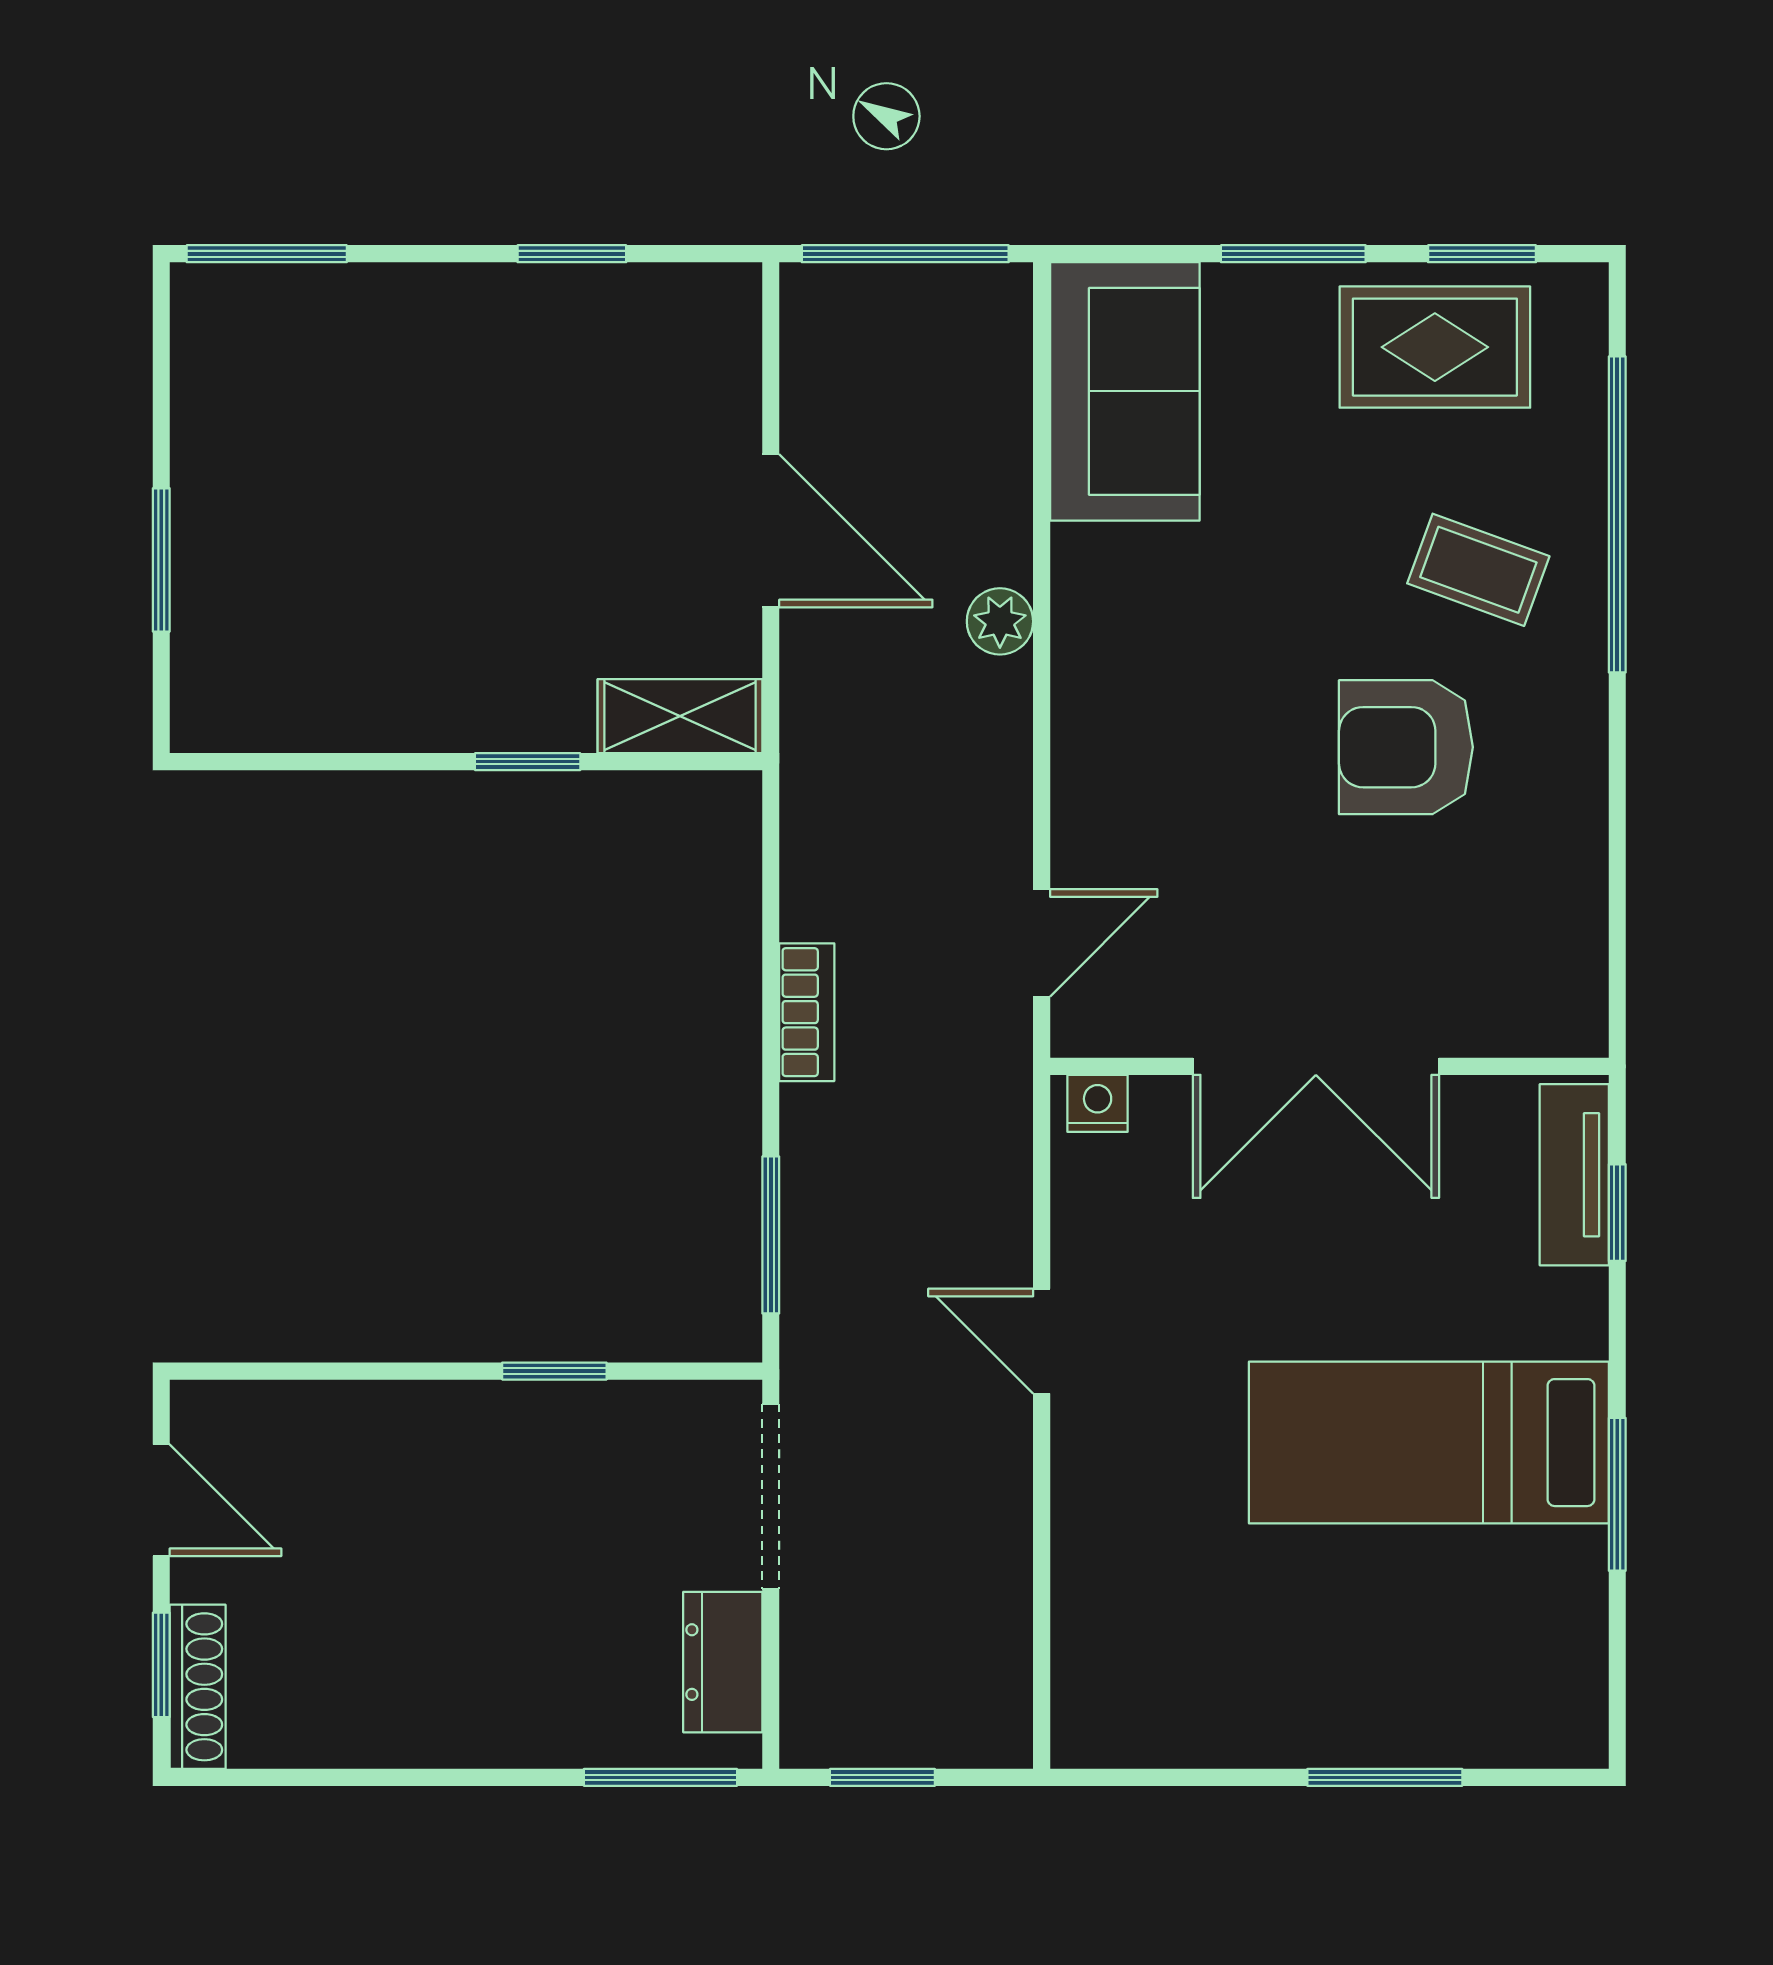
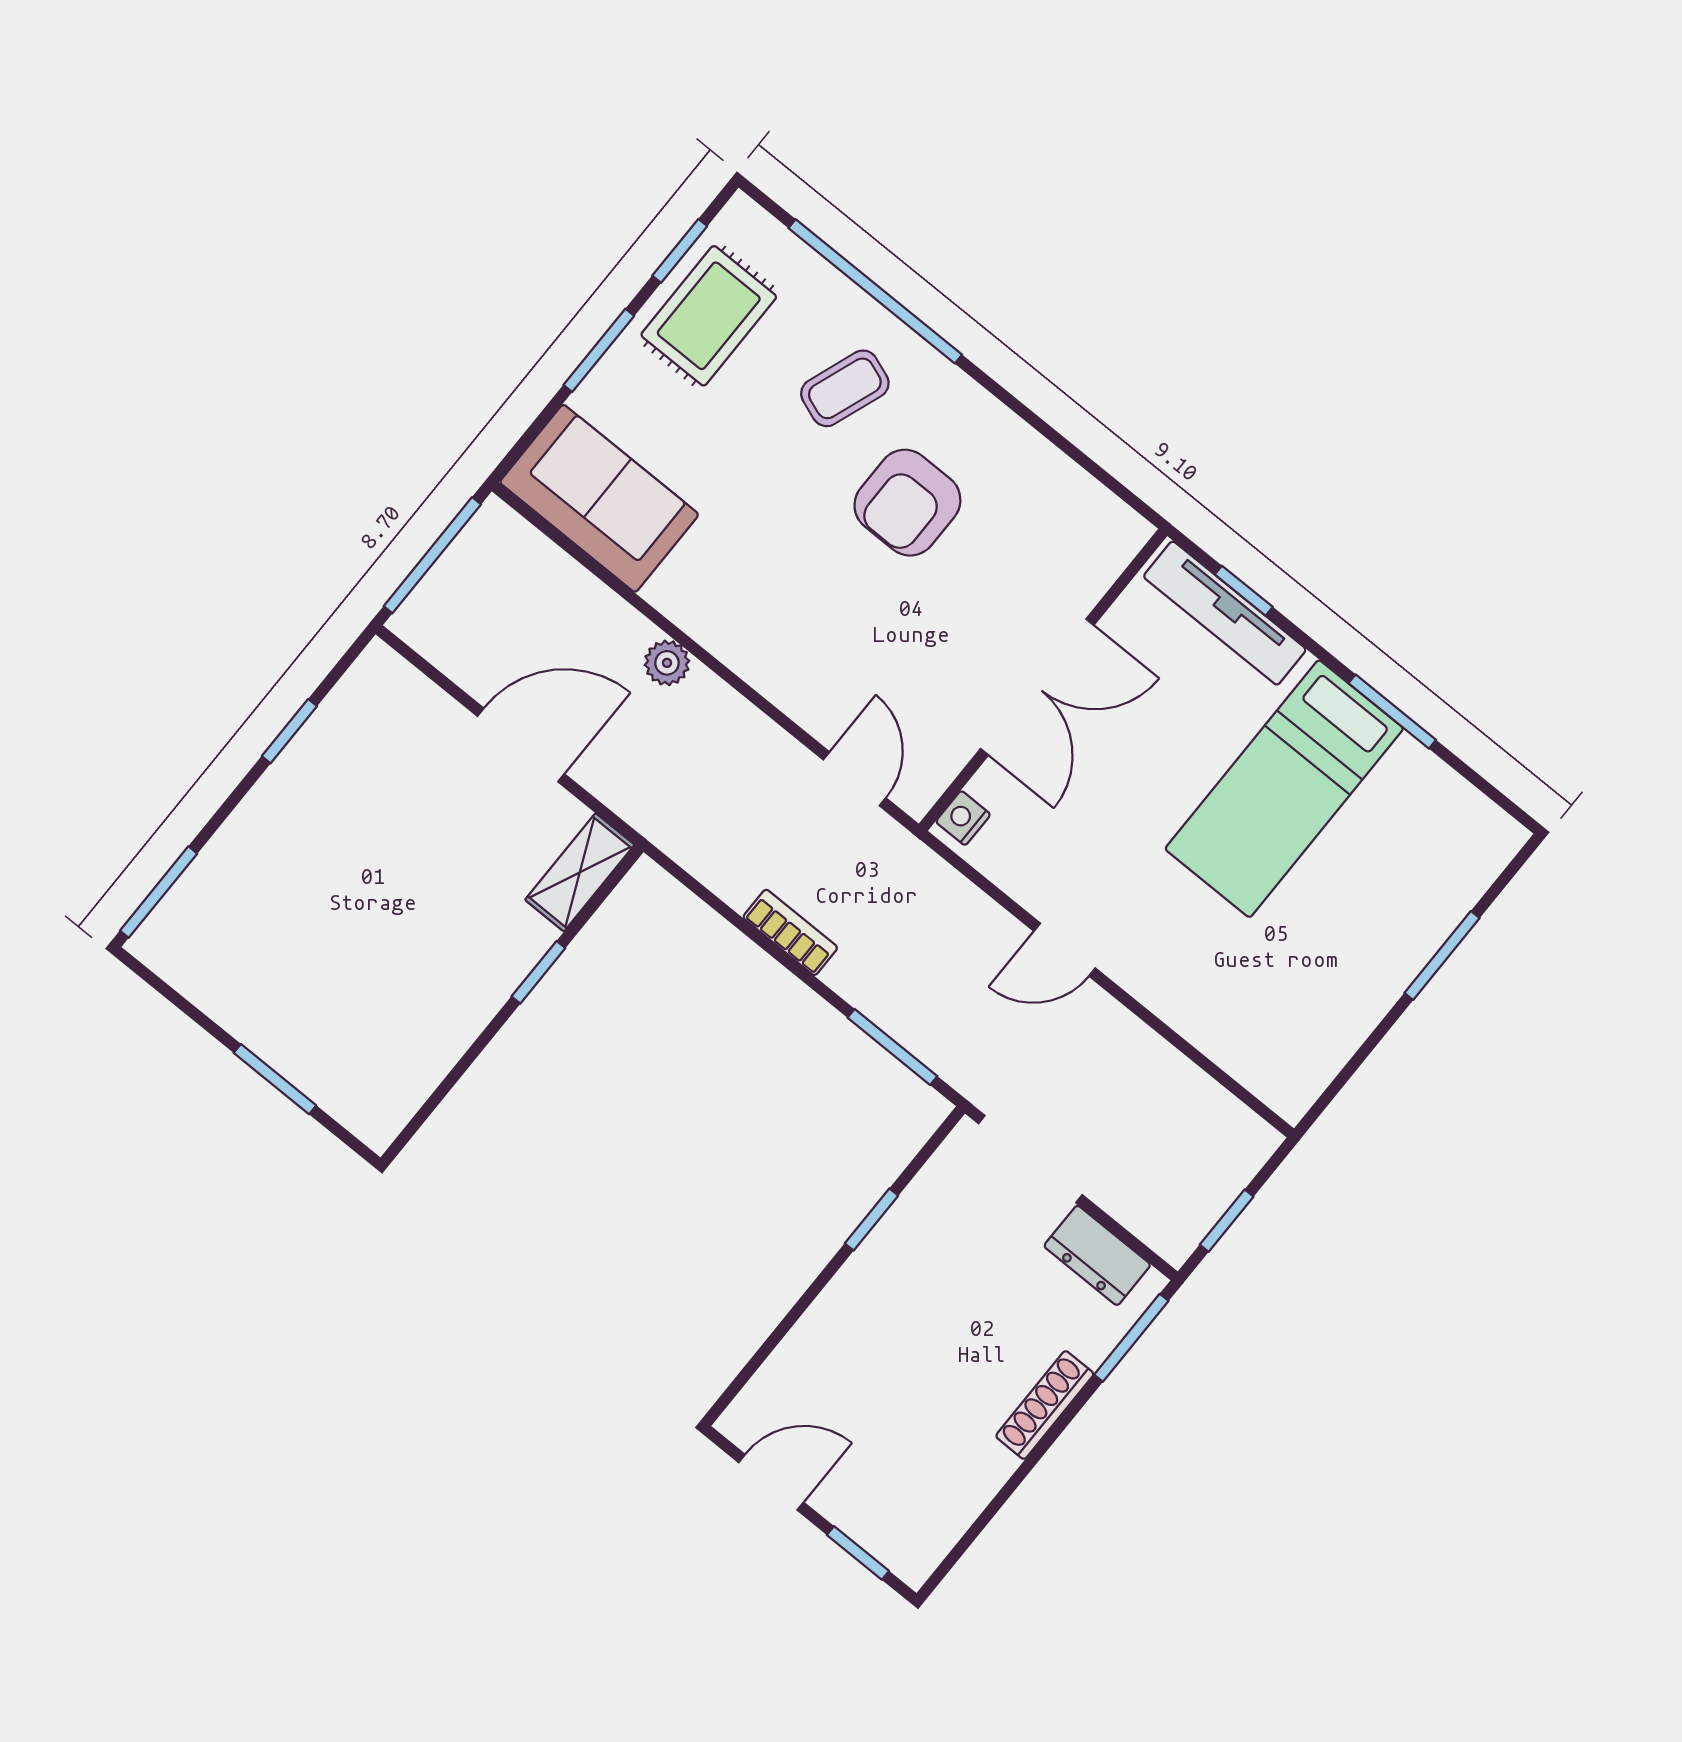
tv unit: (1574, 1175) -> (1225, 613), width x1.41
shoe rack: (198, 1687) -> (1045, 1405), moved, turned -90

